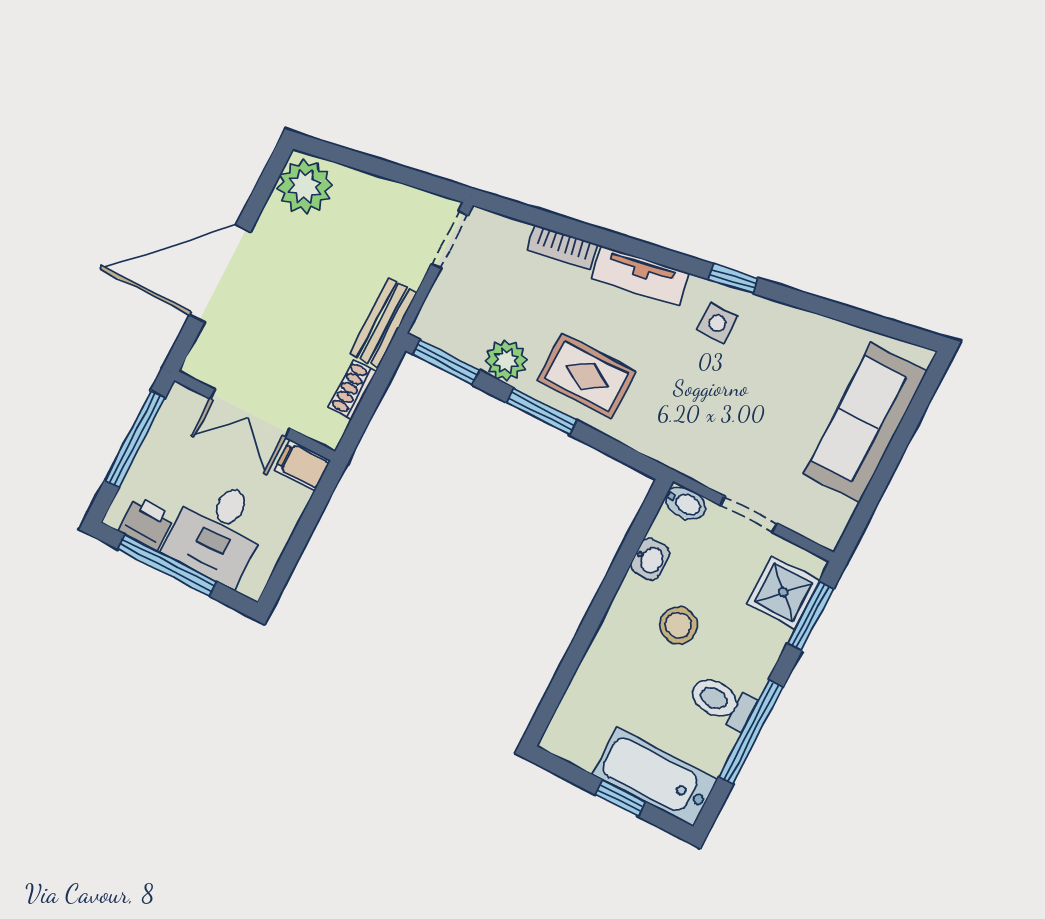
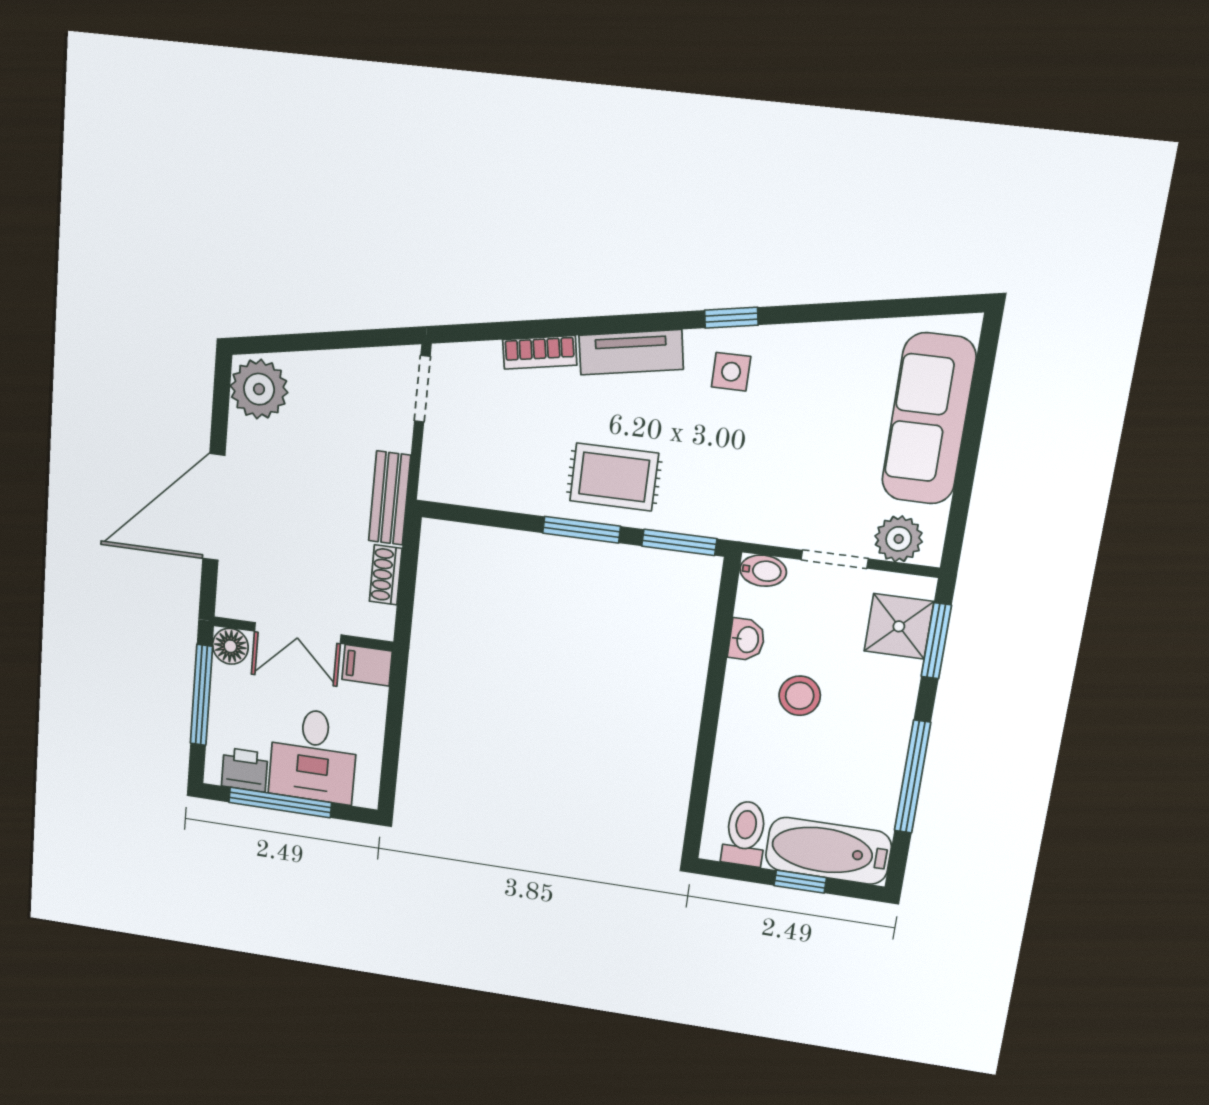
plant: (506, 360) -> (899, 539), moved
window: (446, 362) -> (679, 542), moved
floor lamp: (182, 404) -> (230, 646), added
toilet: (722, 702) -> (745, 833), moved, turned 90

